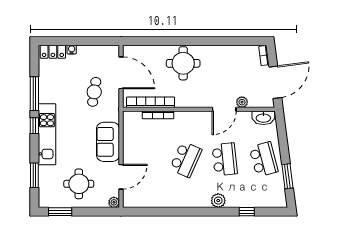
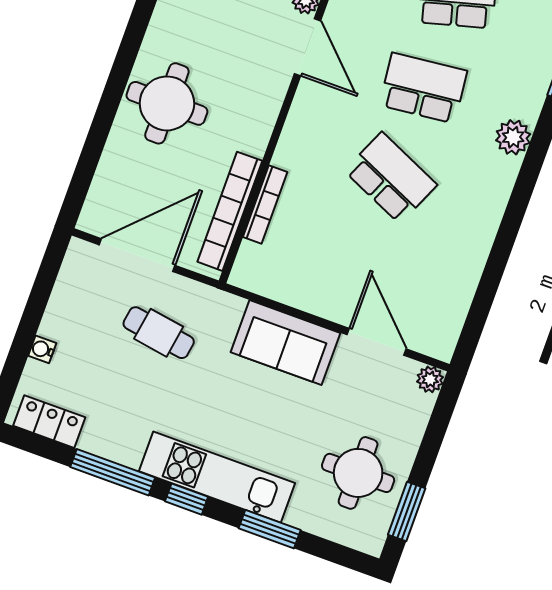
locker: (53, 52) -> (49, 422), moved, turned -90
window: (34, 175) -> (270, 529), moved
round table: (79, 184) -> (358, 473), moved

